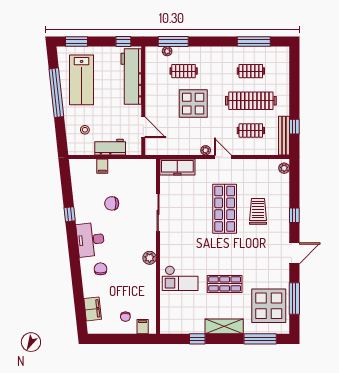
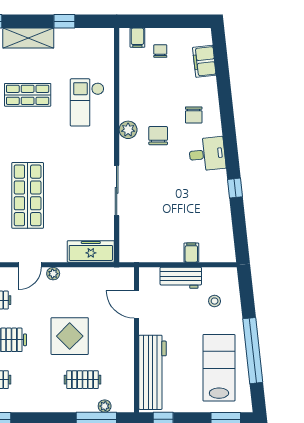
door: (223, 157) -> (30, 265), hinge flipped
chair: (112, 203) -> (158, 136), moved, turned -90
desk: (90, 240) -> (207, 154), width x0.73
checkout: (180, 278) -> (87, 102), turned -90

